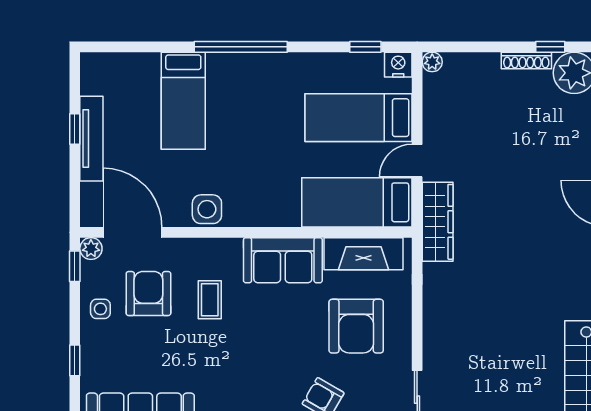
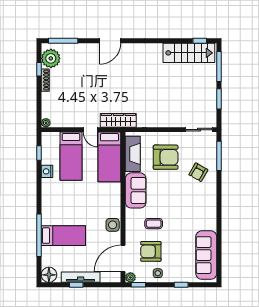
window: (241, 47) -> (39, 235), moved
nightstand: (398, 65) -> (47, 171), moved
floor lamp: (97, 69) -> (49, 275), added

